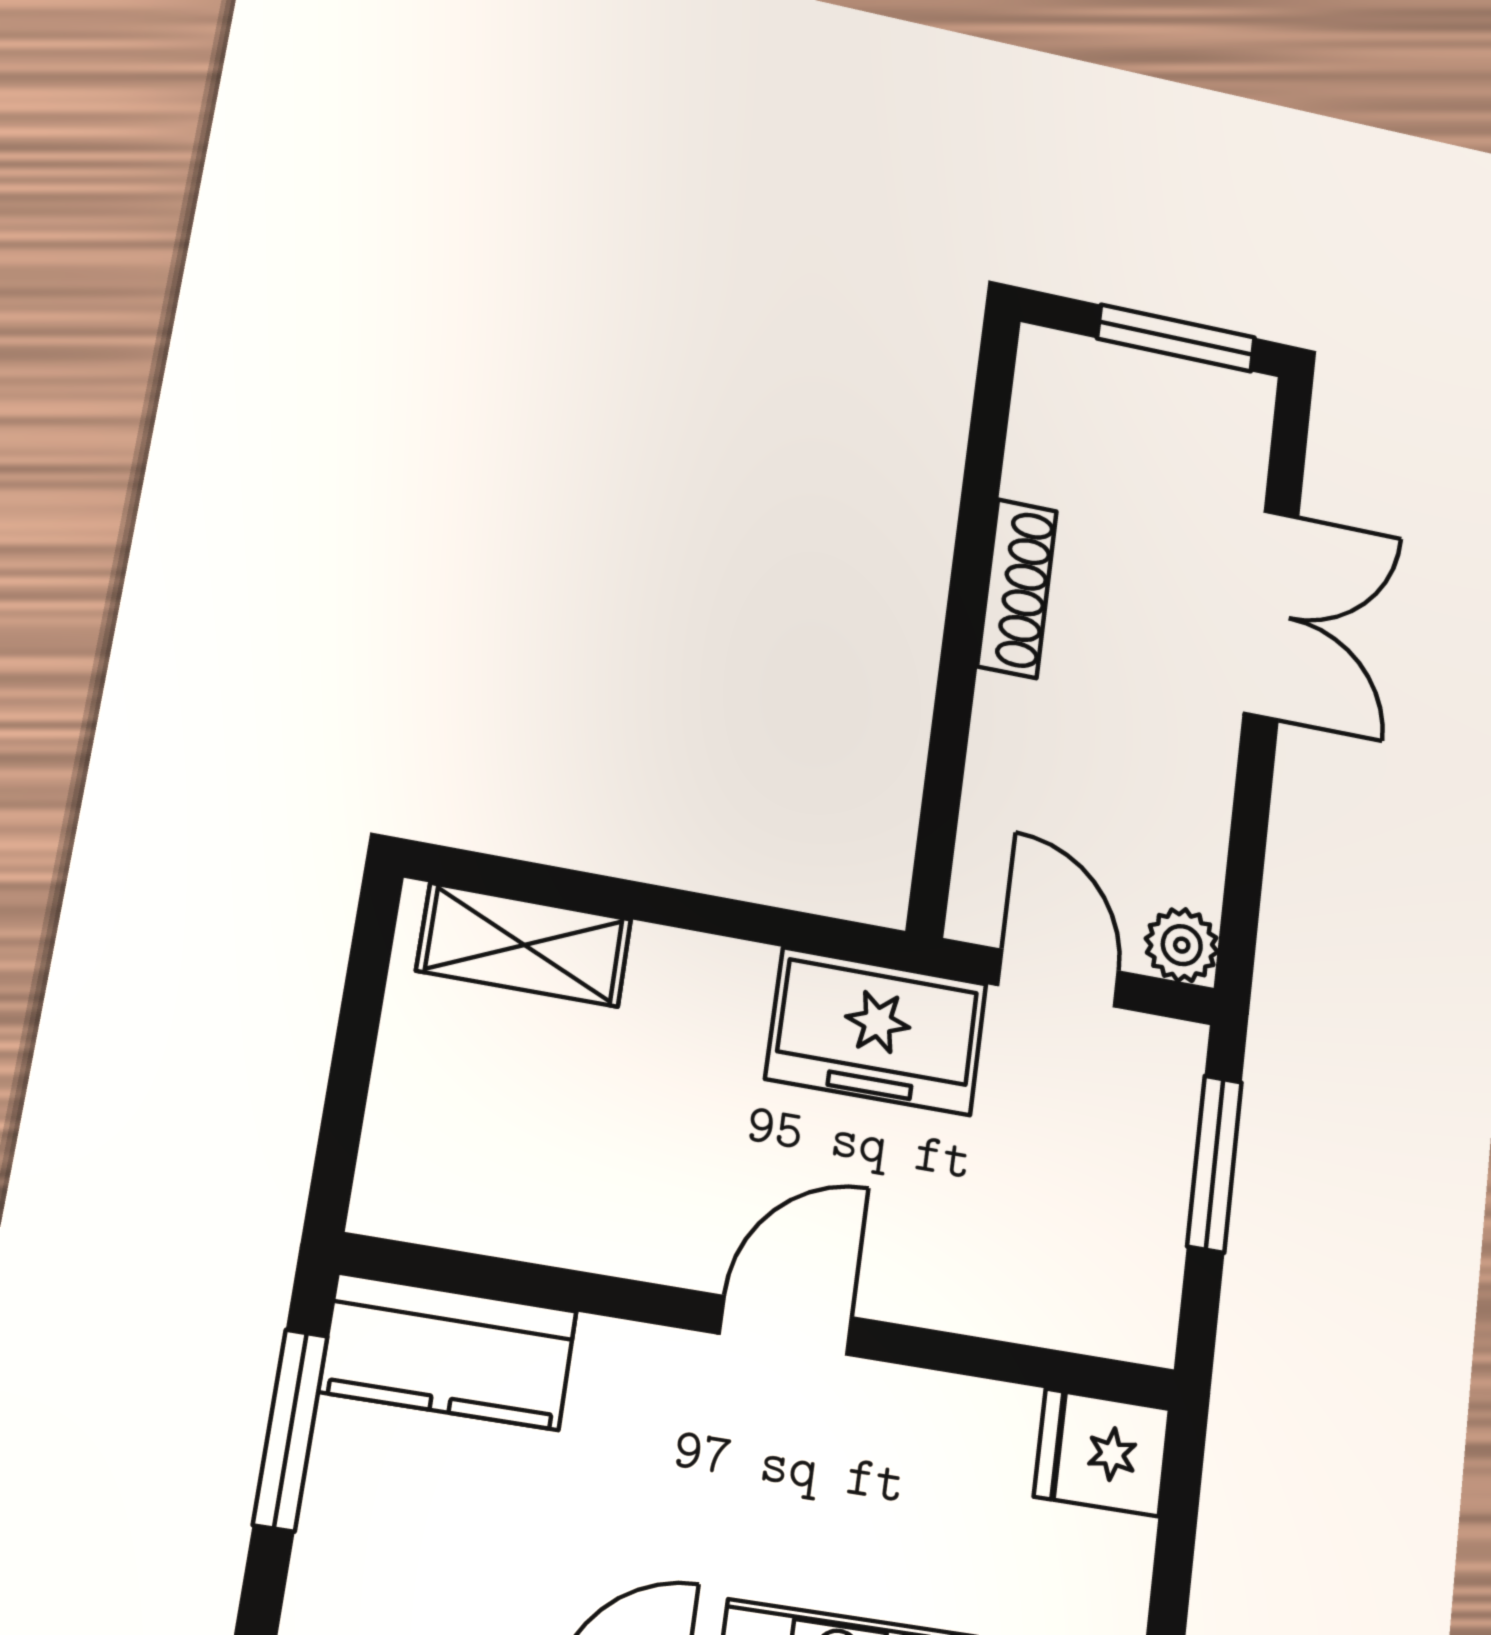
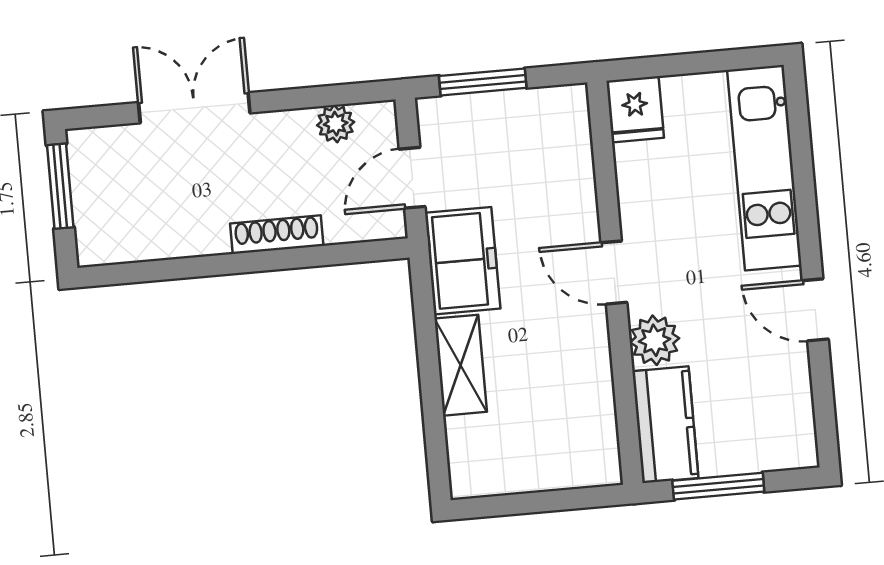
shoe rack: (1017, 588) -> (277, 235), moved
shelving: (524, 945) -> (461, 365), moved
plant: (1182, 945) -> (336, 124), moved
plant: (629, 1374) -> (655, 340), added

